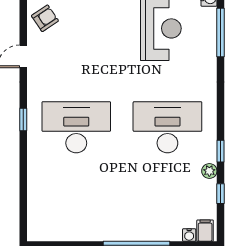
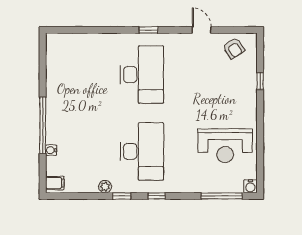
window: (220, 194) -> (157, 196), moved
water cooler: (189, 235) -> (51, 150), moved

